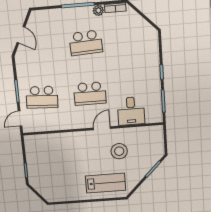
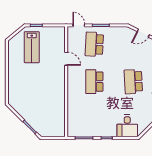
desk: (131, 111) -> (127, 126), moved, turned -90
door: (102, 128) -> (66, 59), moved
stool: (119, 151) -> (46, 101), removed
lab bench: (106, 183) -> (32, 47), moved

